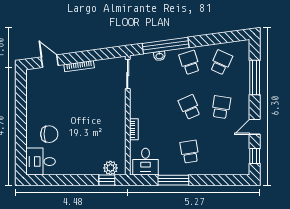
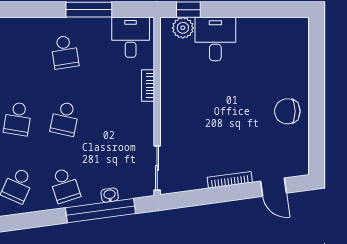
school desk: (190, 107) -> (65, 119), turned 36
chair: (49, 134) -> (287, 111), moved
desk: (41, 162) -> (215, 39), moved, turned -90

